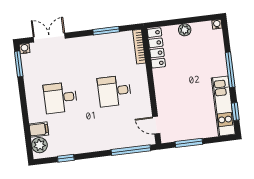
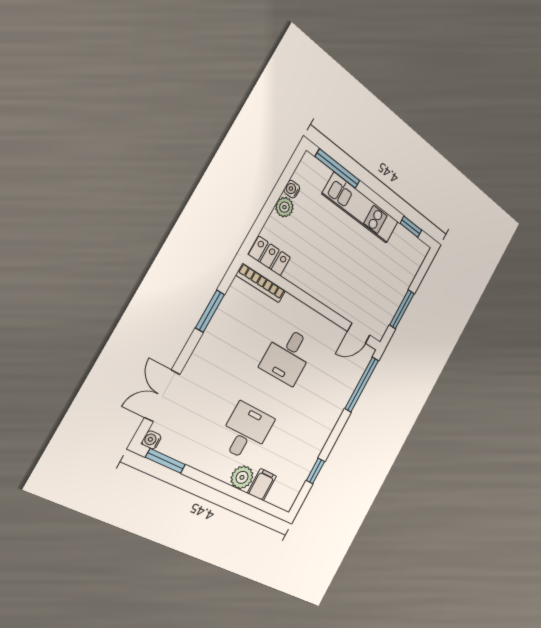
water cooler: (217, 24) -> (292, 189), moved
locker: (156, 48) -> (270, 256), width x0.66
window: (230, 70) -> (338, 169), moved
desk: (60, 98) -> (246, 432), turned 180
kitchen unit: (223, 106) -> (361, 208), moved
plant: (39, 145) -> (242, 477), moved

